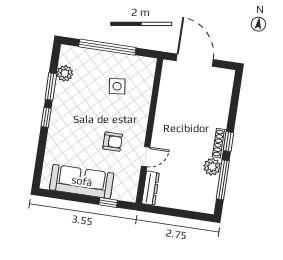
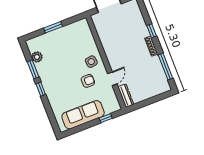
window: (107, 47) -> (53, 27), width x0.47
side table: (117, 86) -> (91, 62), moved
window: (228, 142) -> (152, 31), moved
plant: (212, 167) -> (155, 62), removed

